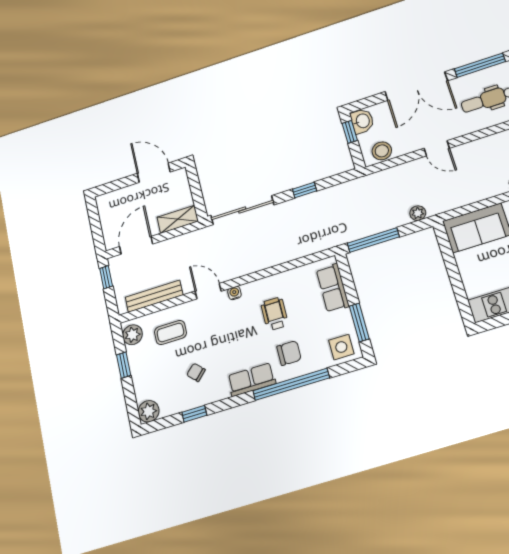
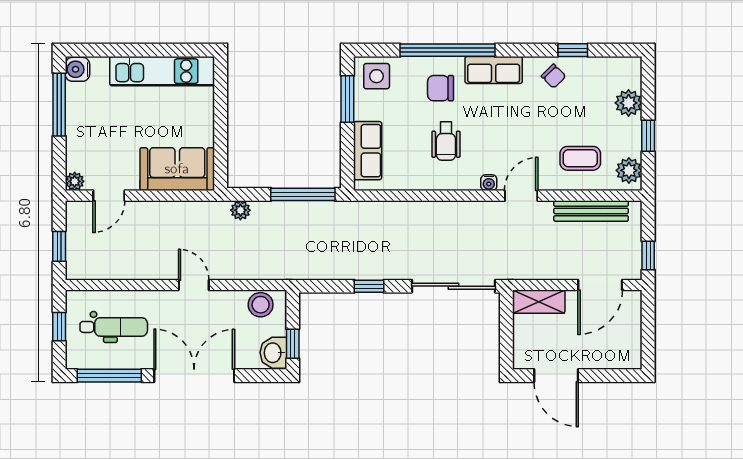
door: (208, 291) -> (521, 196), swing flipped
chair: (196, 372) -> (554, 76), moved
plant: (149, 411) -> (629, 103), moved

